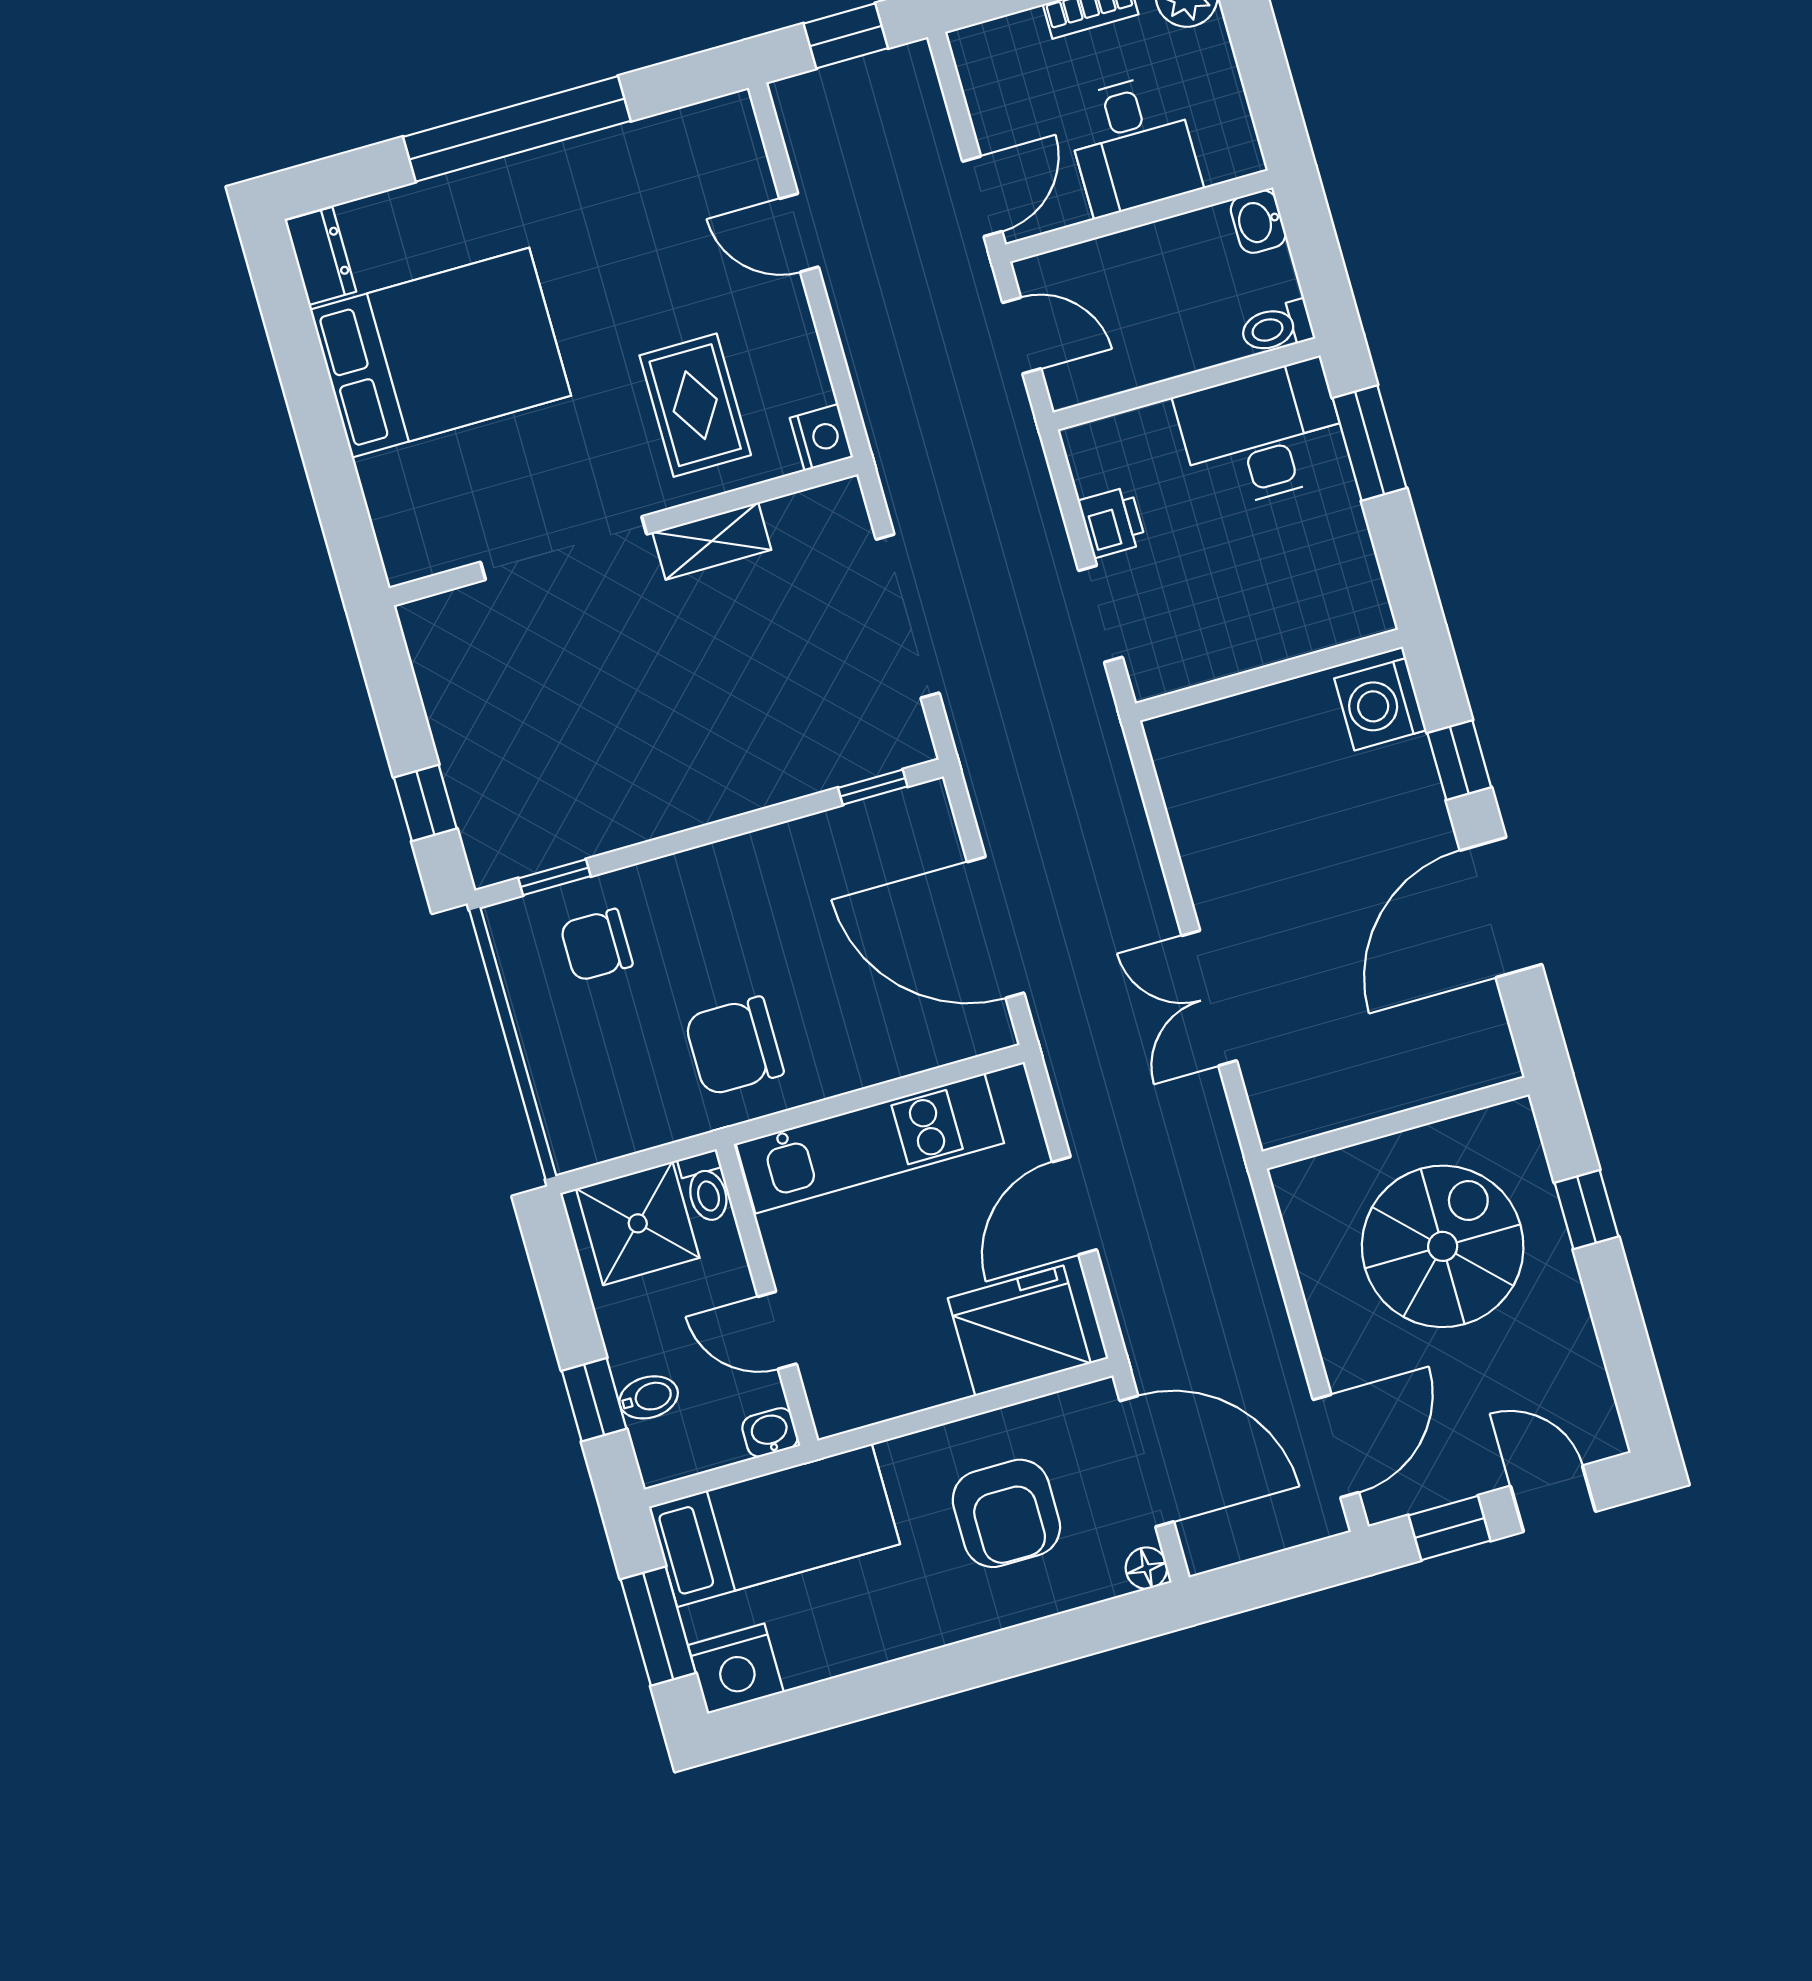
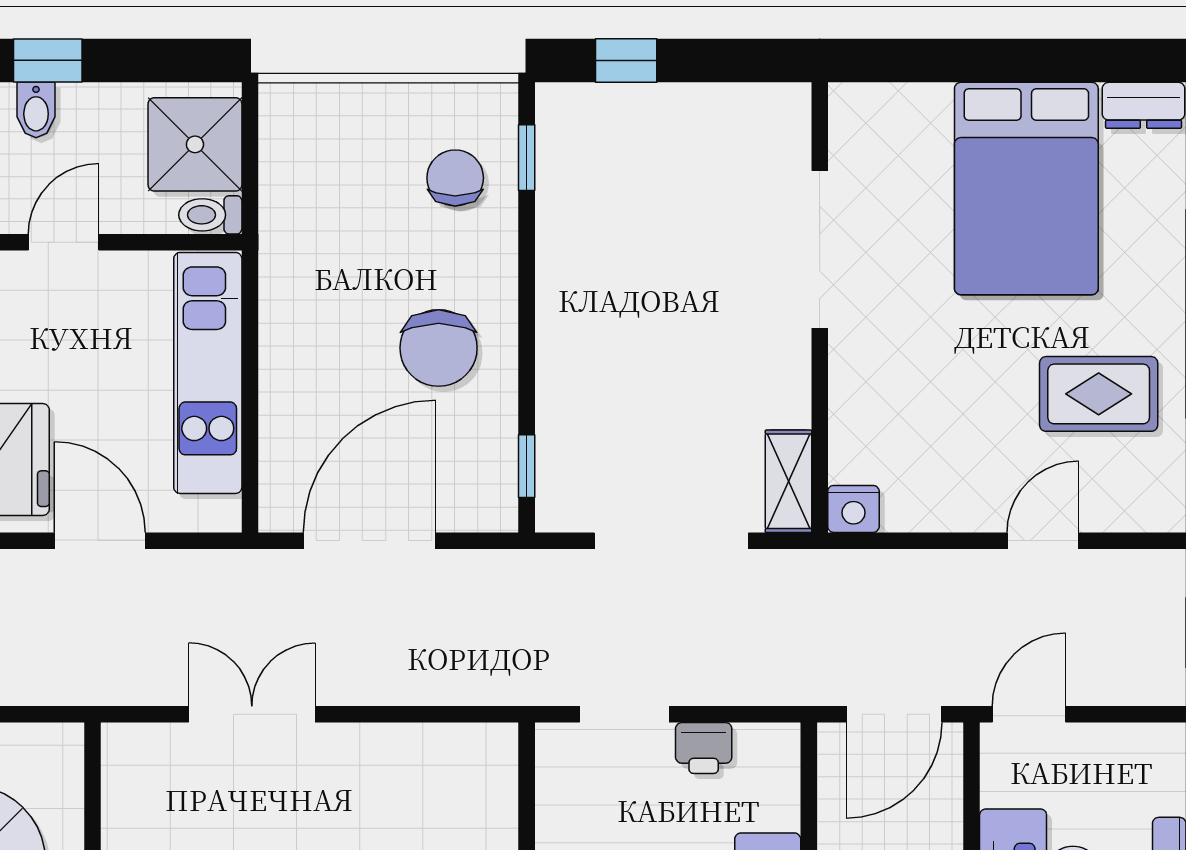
door: (982, 196) -> (1029, 714), swing flipped
door: (1022, 336) -> (894, 714), width x1.37
rug: (695, 405) -> (1099, 394), moved
shelving: (712, 541) -> (788, 481), moved
chair: (734, 1046) -> (439, 348), moved, turned 180

